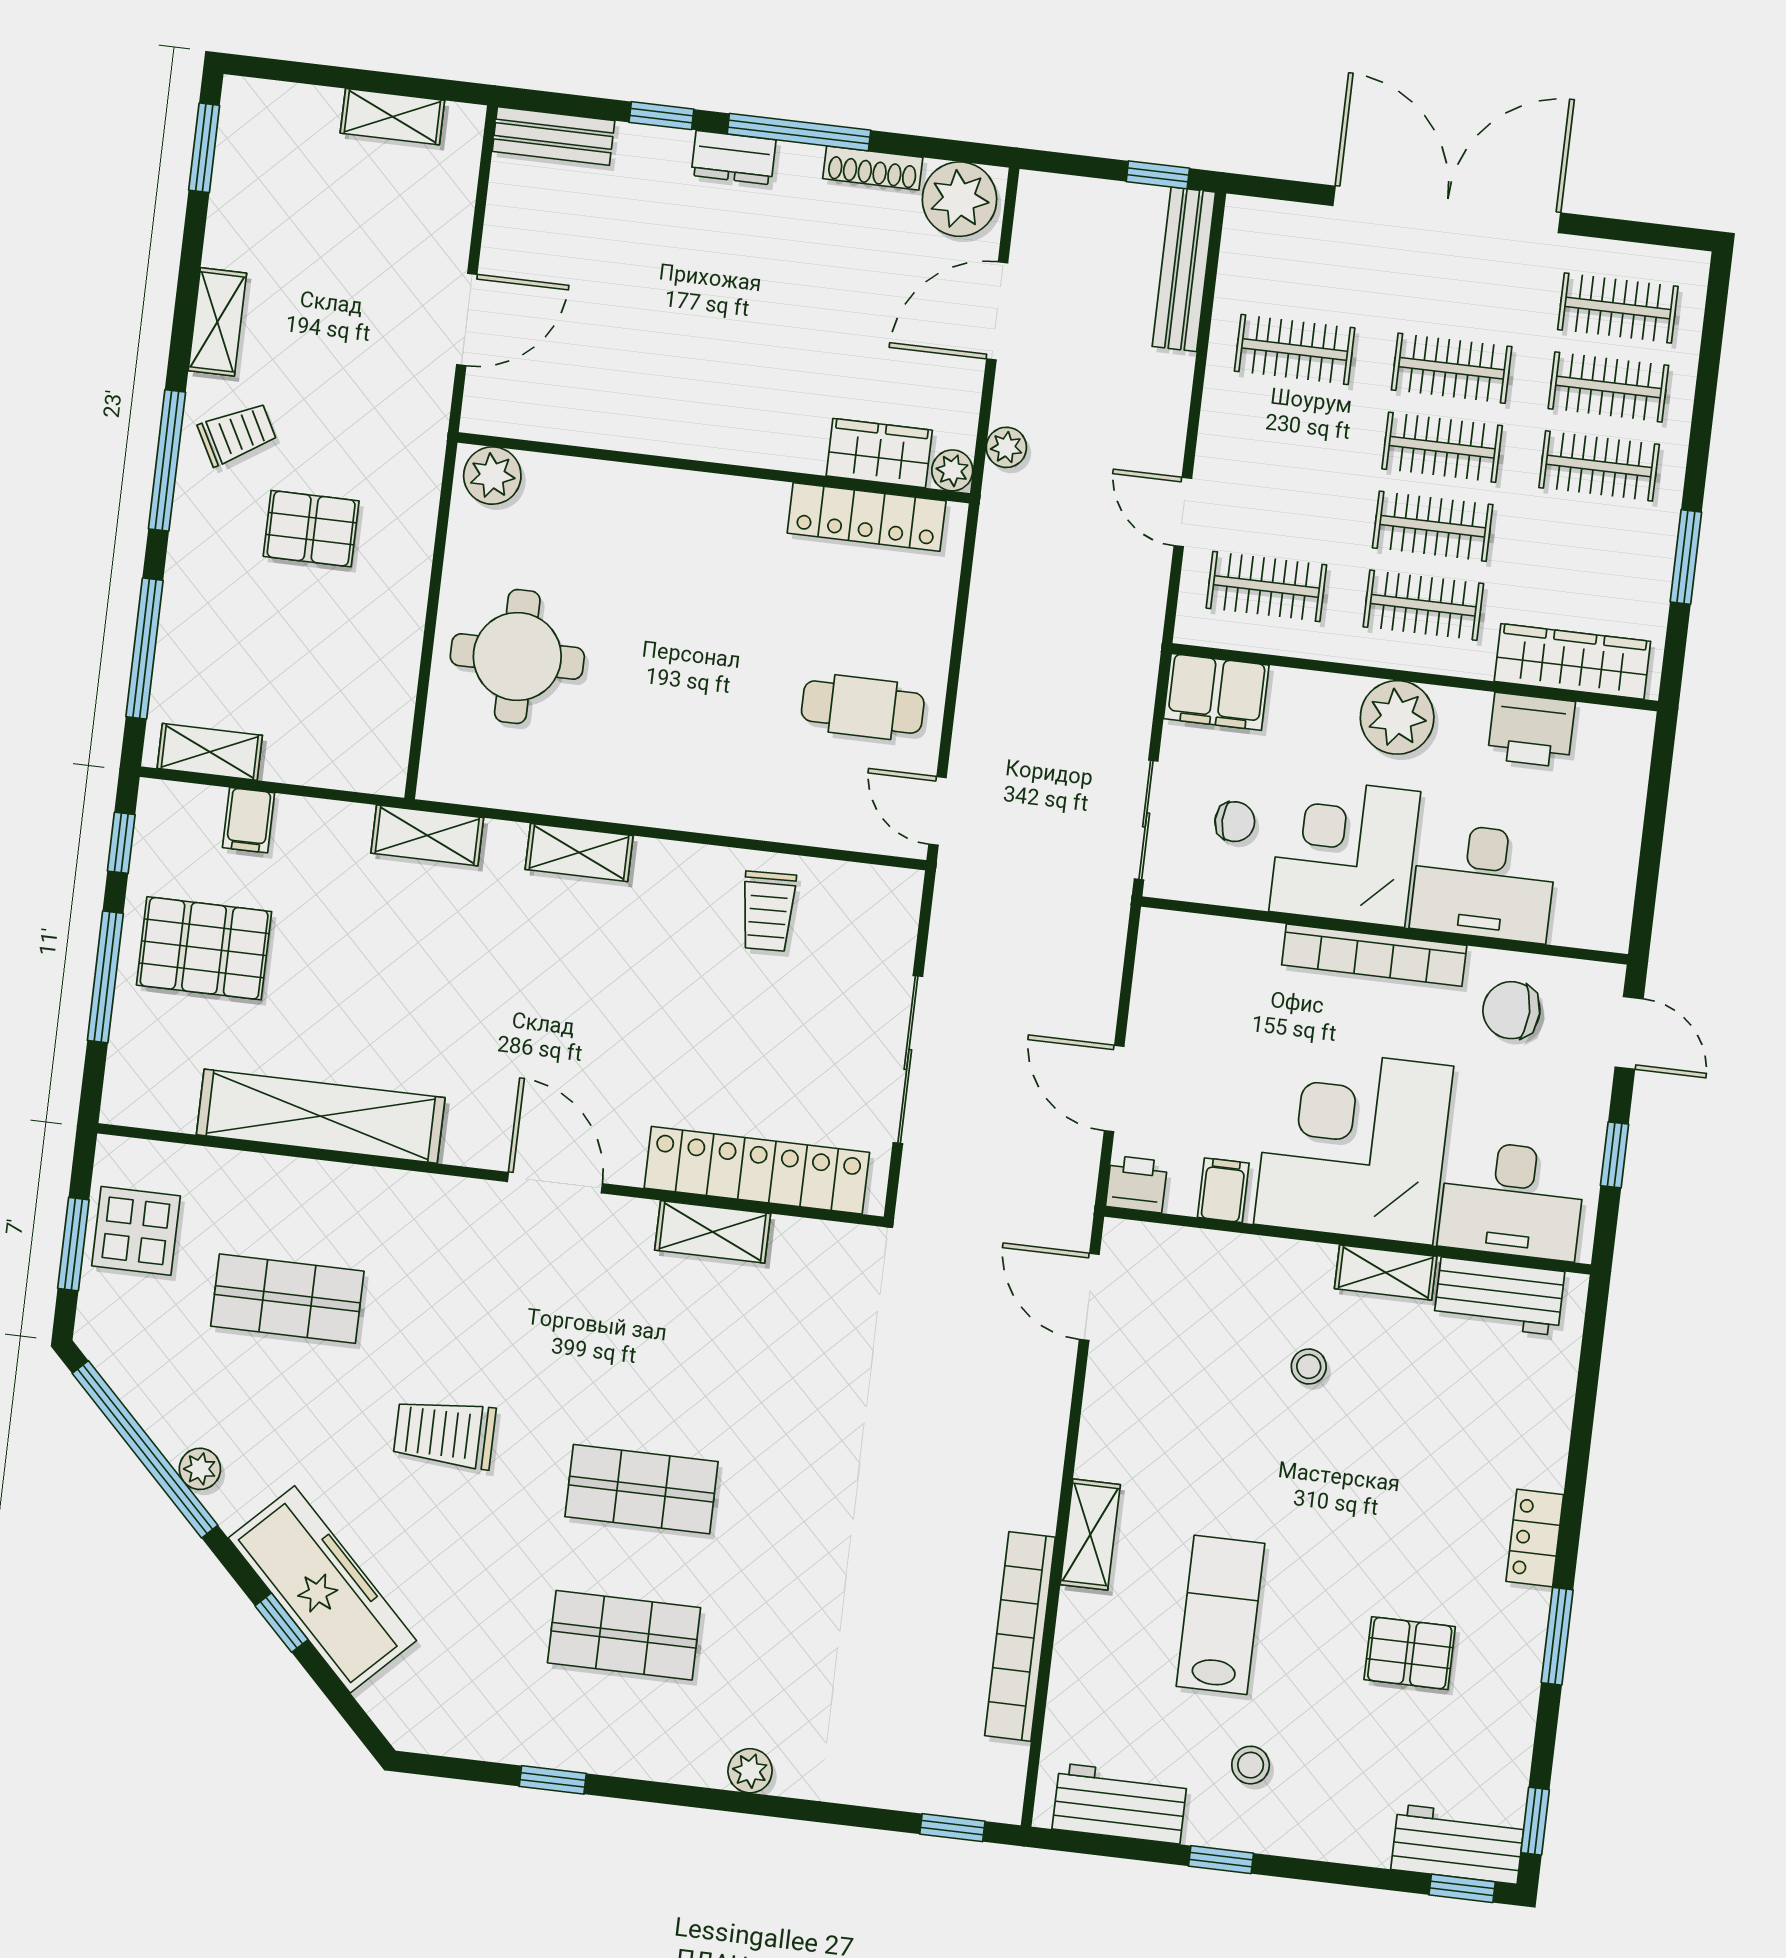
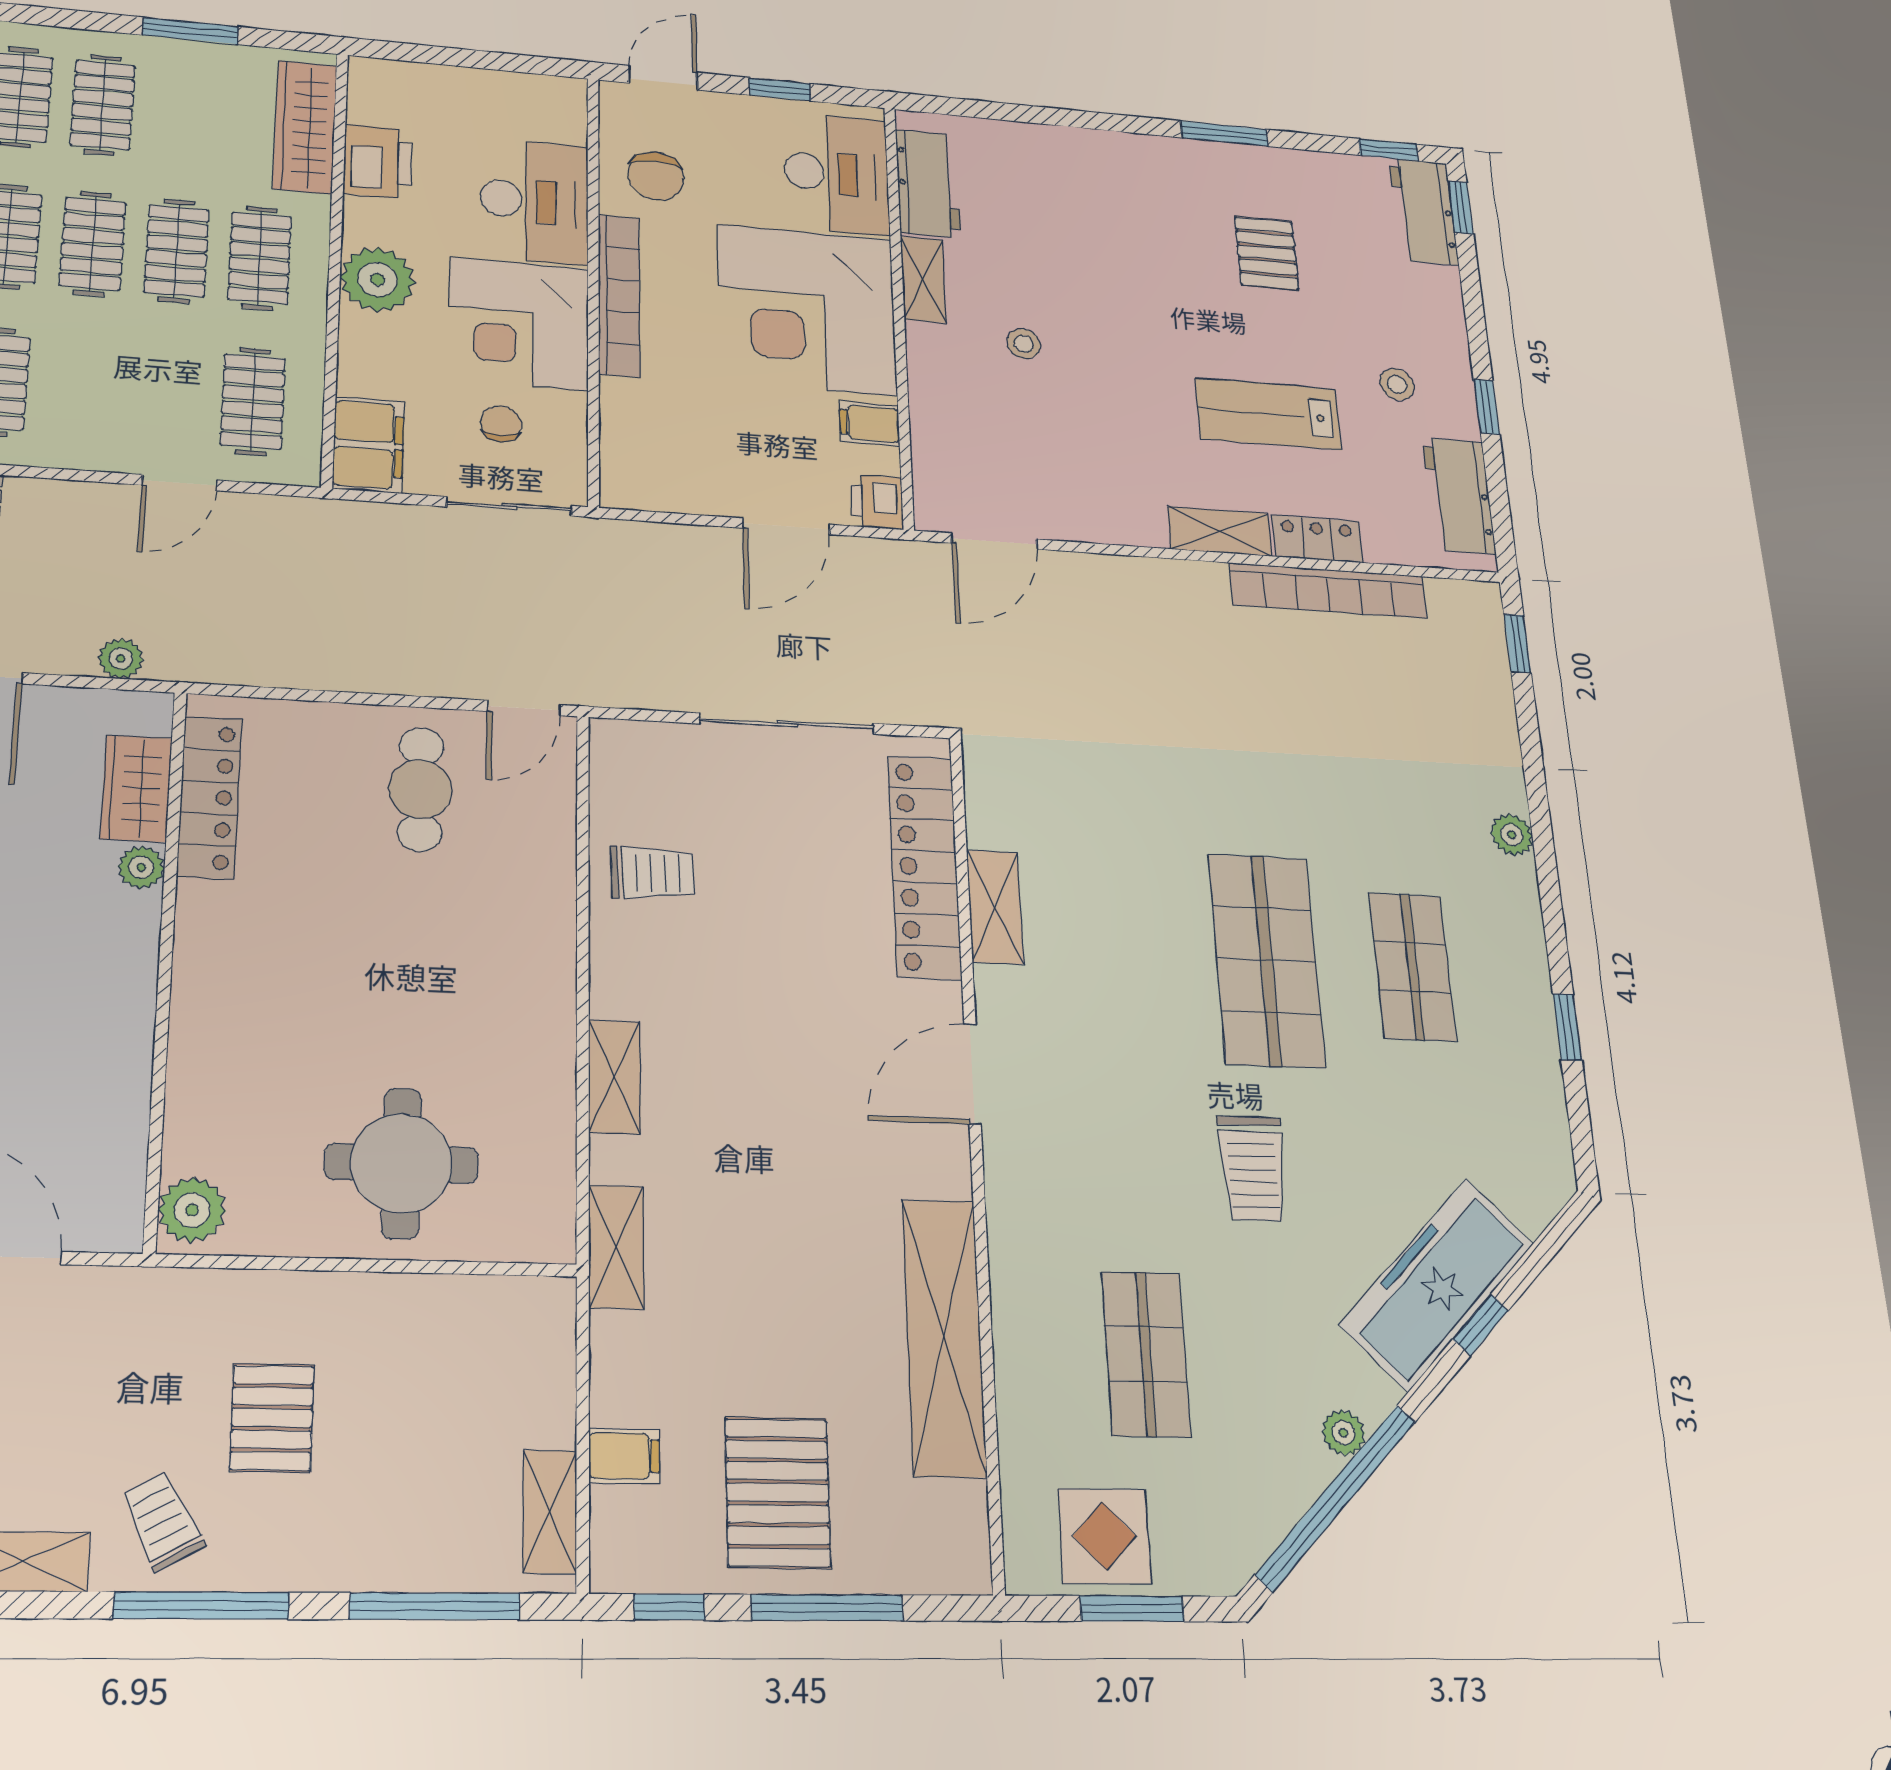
plant: (952, 470) -> (141, 867), moved
shop shelf: (641, 1489) -> (1266, 960), width x1.43, depth x1.36
locker: (1535, 1538) -> (1318, 539), moved, turned 180

